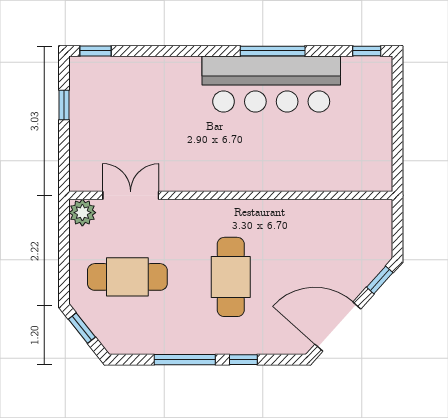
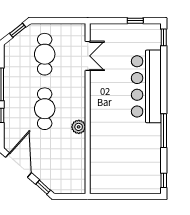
bar counter: (271, 84) -> (146, 86), moved
plant: (82, 213) -> (79, 127), moved
cafe table: (231, 277) -> (45, 109), turned 90

